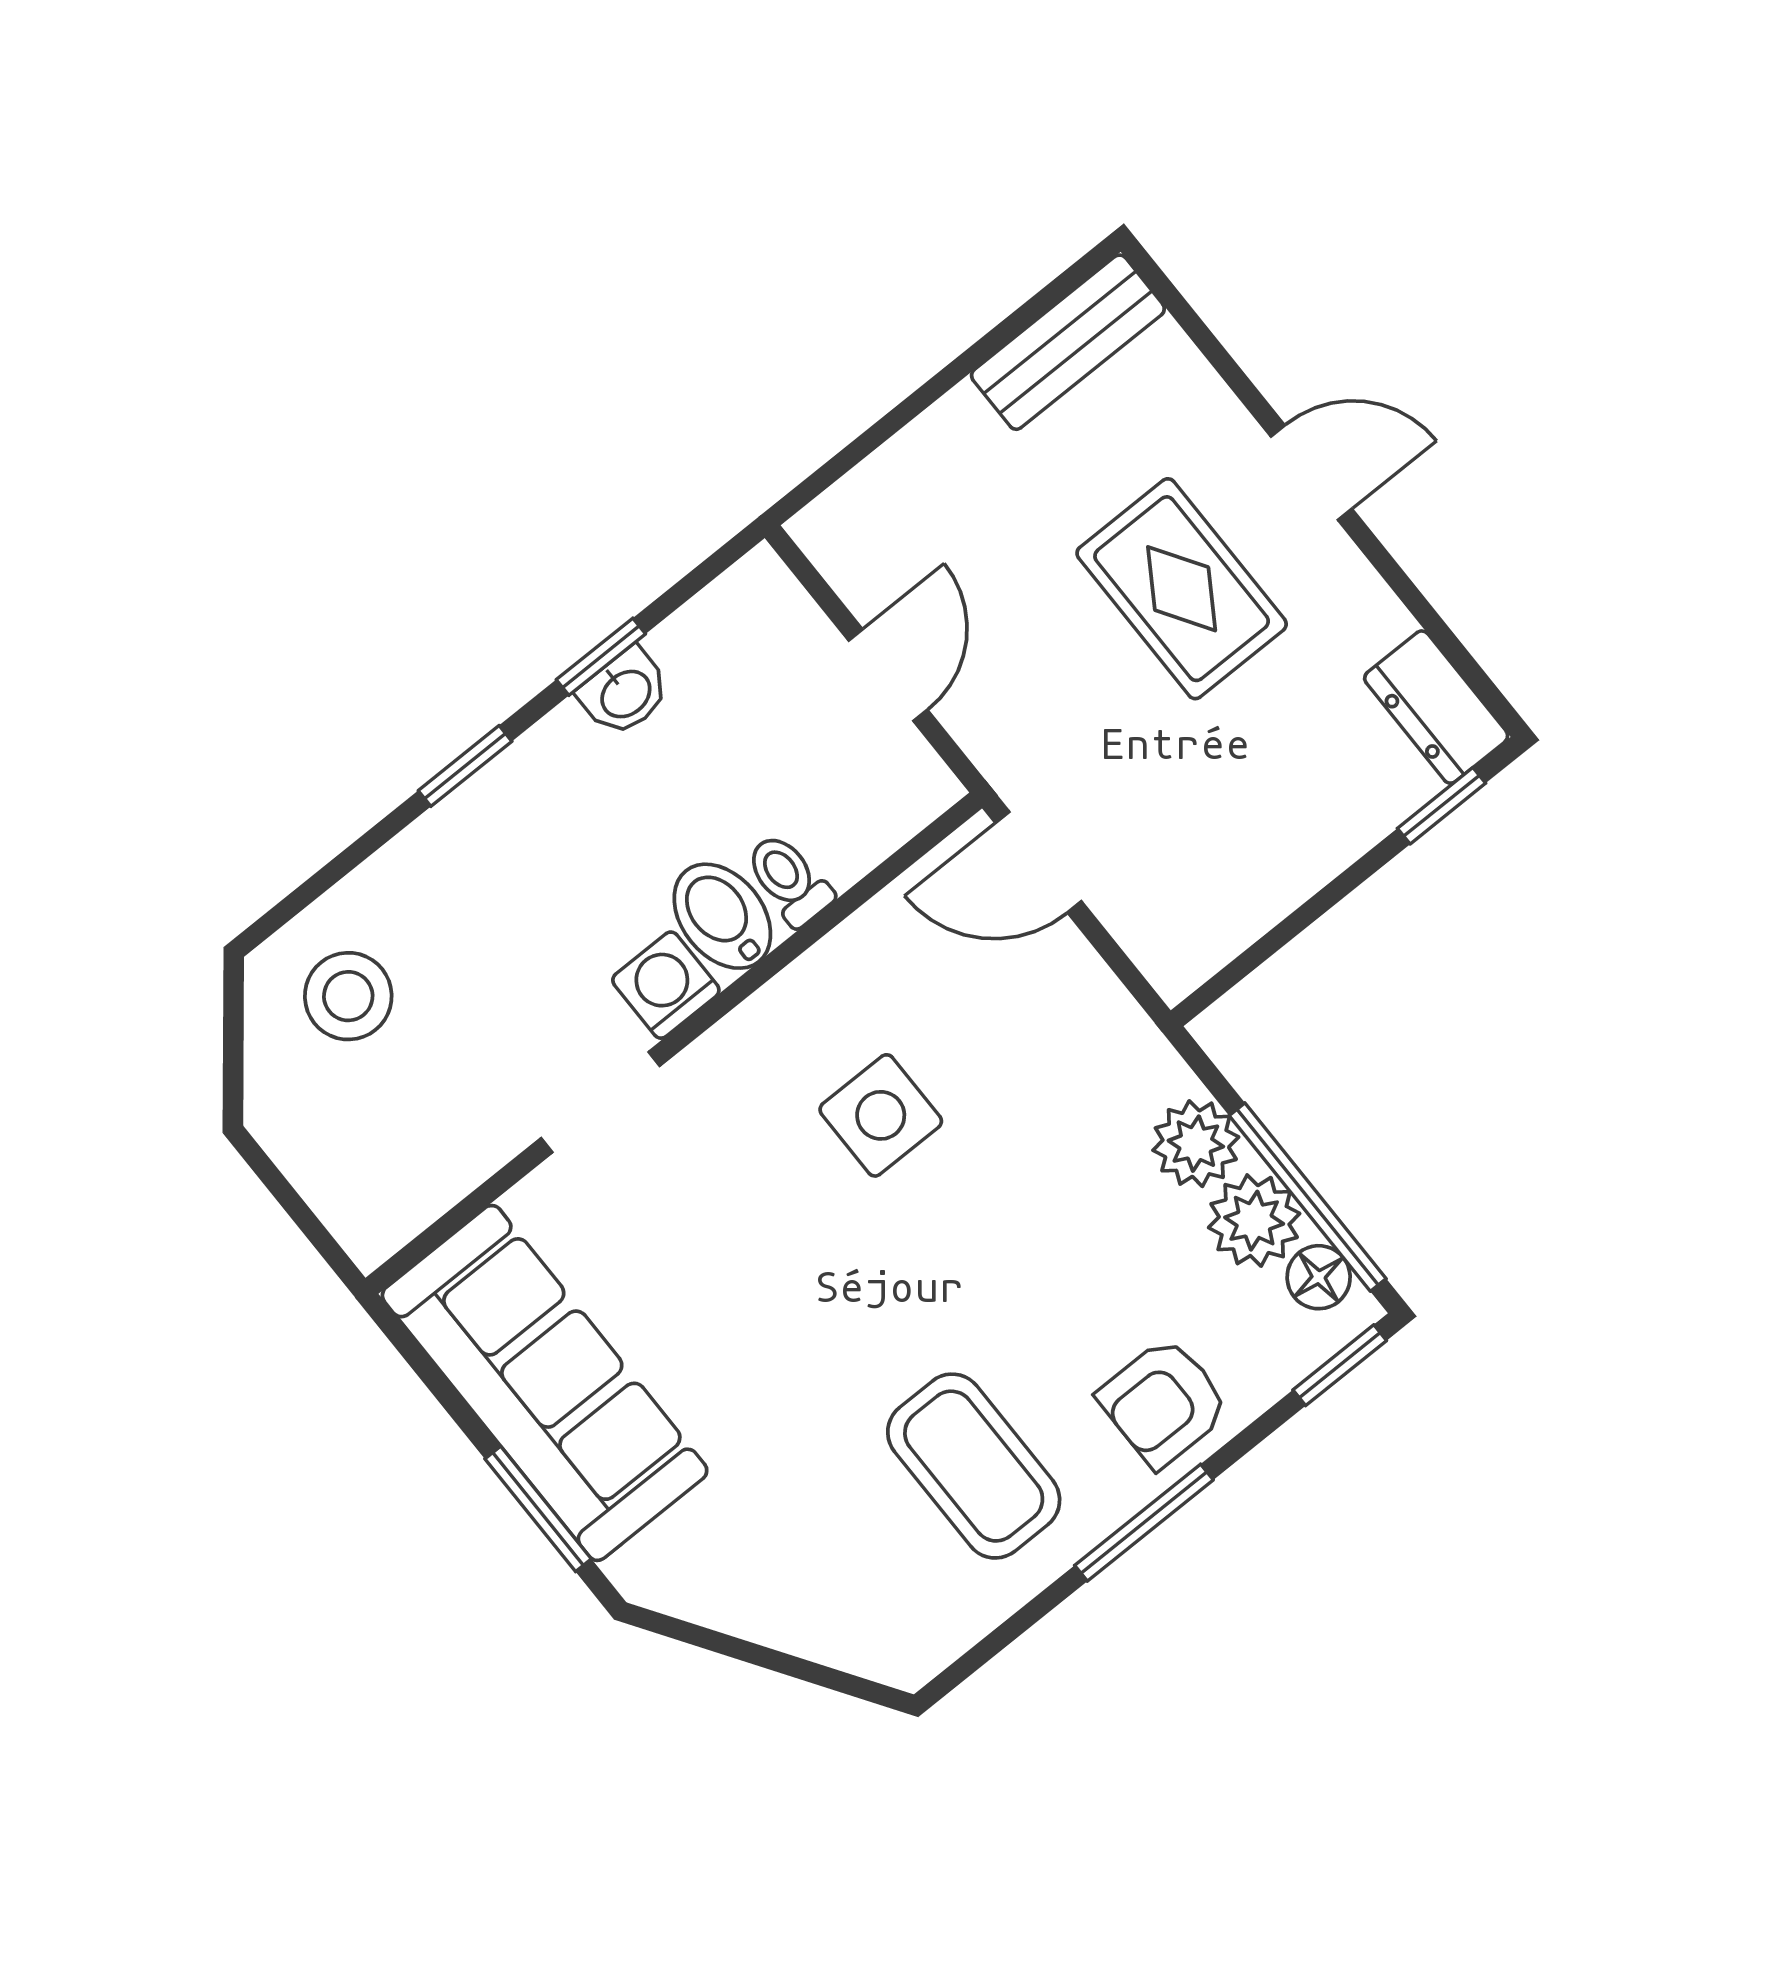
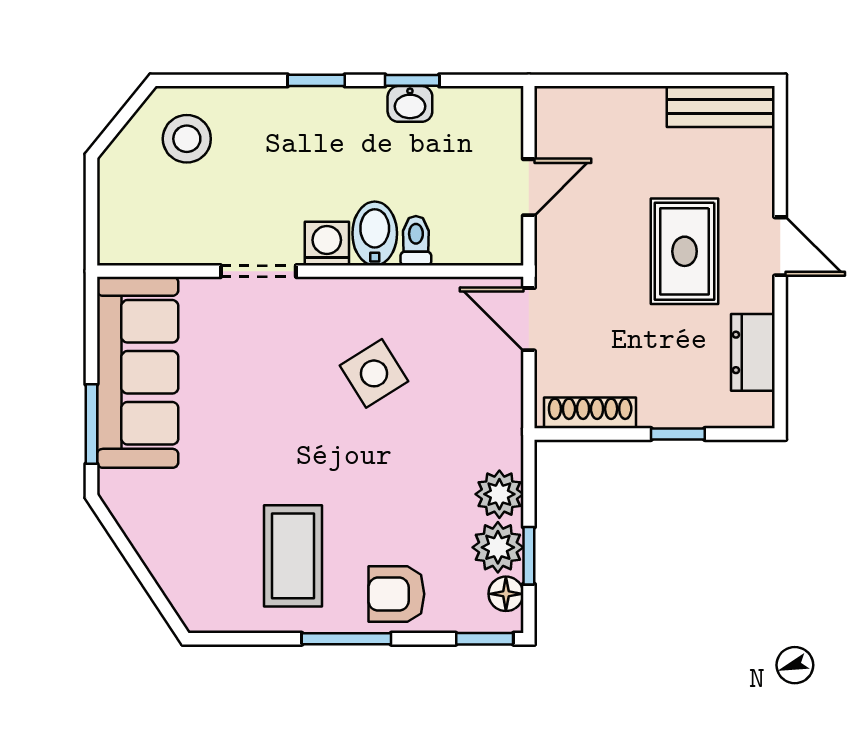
dresser: (1436, 707) -> (753, 352), moved
window: (1442, 806) -> (678, 434), moved
shoe rack: (1232, 925) -> (590, 413), added
side table: (881, 1115) -> (374, 373), turned -32
window: (1308, 1197) -> (529, 556), width x0.46

